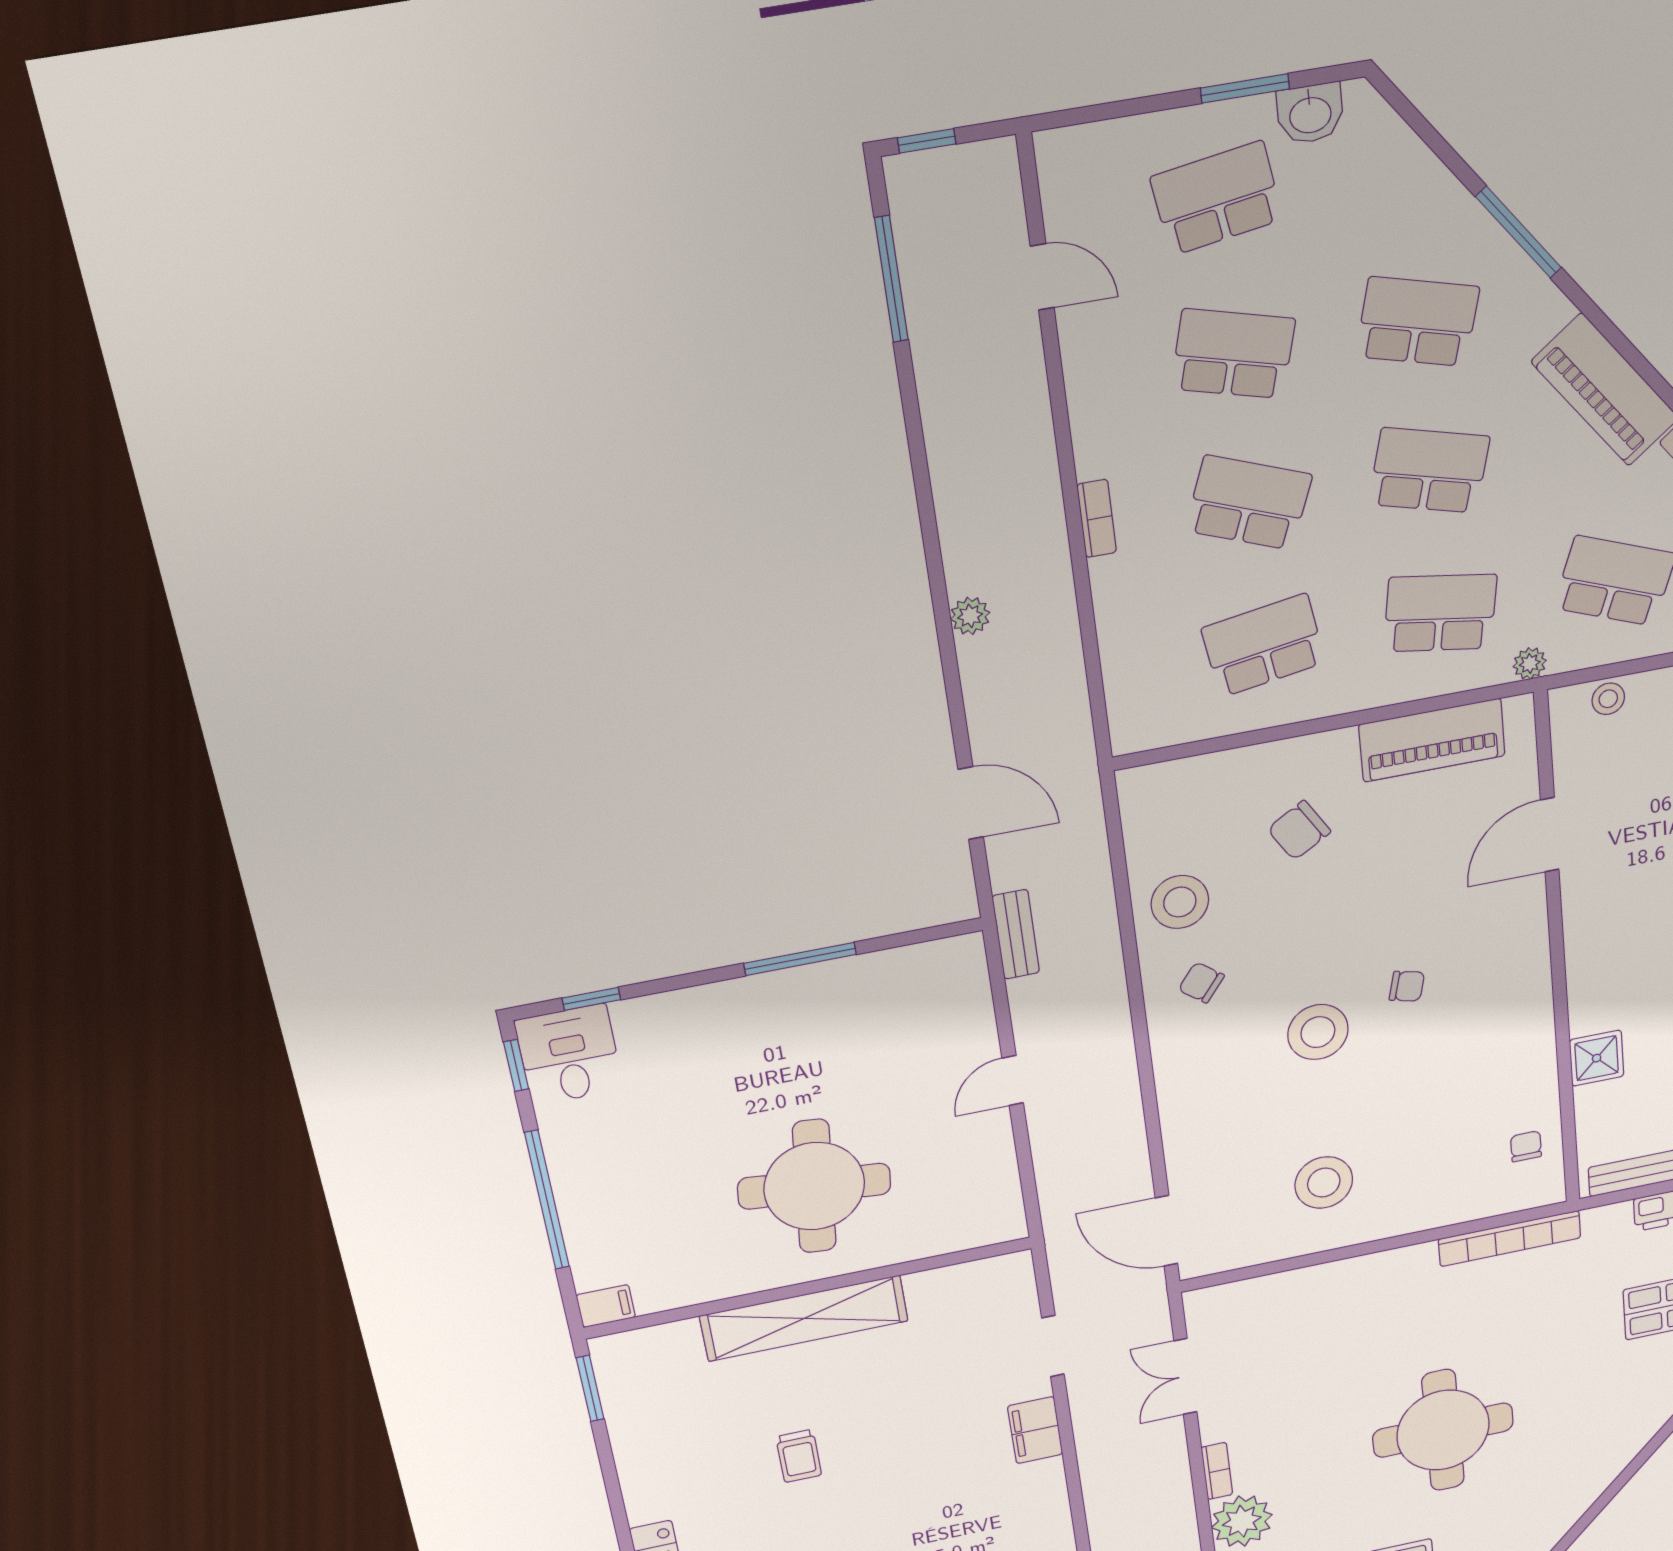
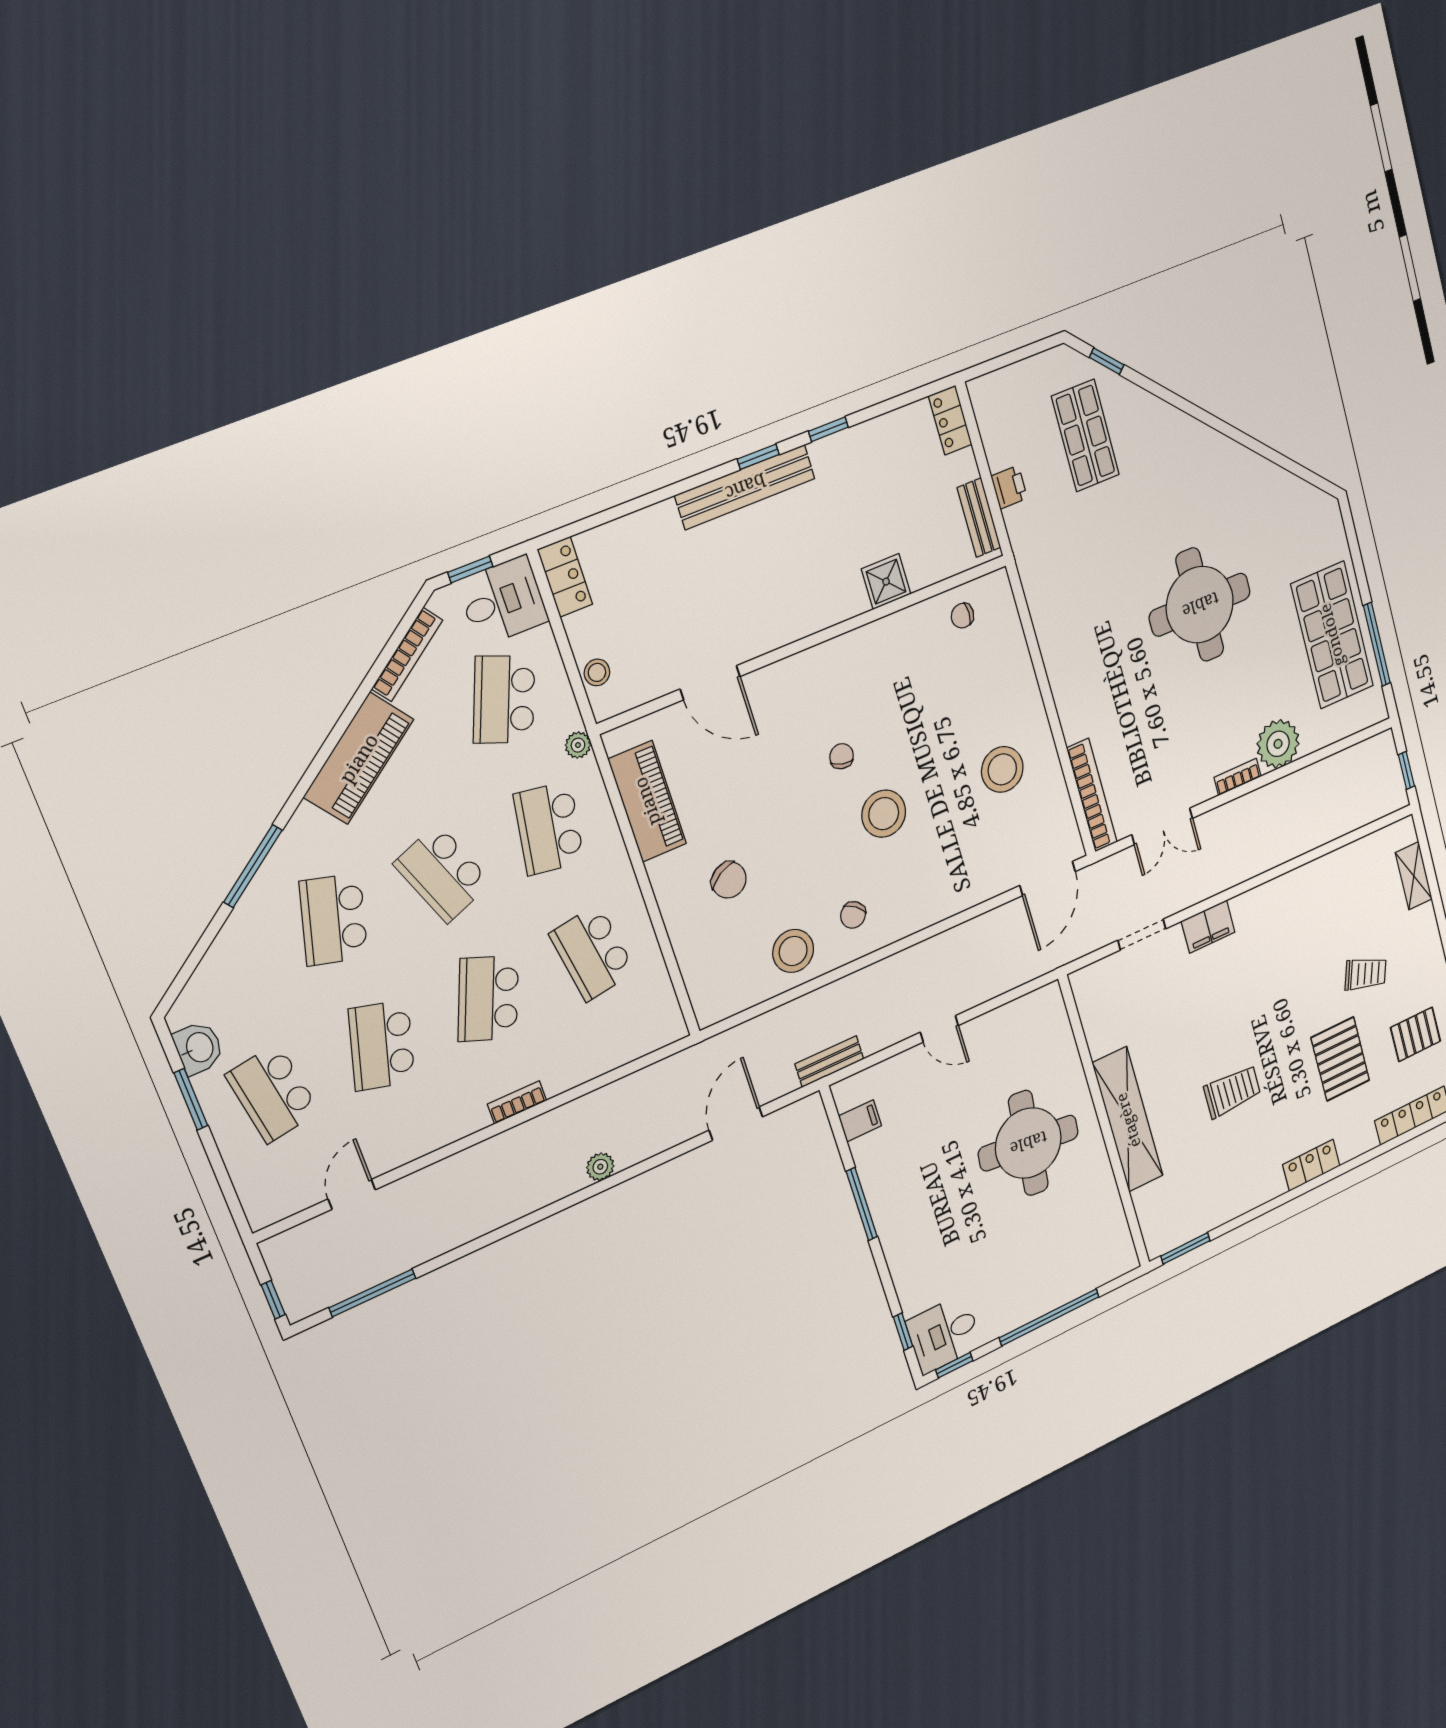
school desk: (1429, 470) -> (443, 873), turned -36
bookcase: (1510, 1238) -> (1092, 795), moved
filing cabinet: (606, 1306) -> (860, 1121), moved, turned 90
trolley: (799, 1456) -> (1232, 1091), width x1.36, depth x1.39

